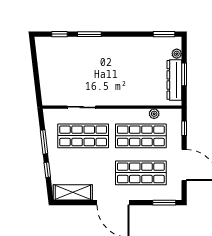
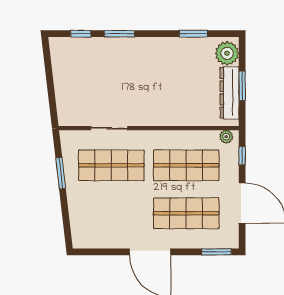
window: (164, 34) -> (193, 34), moved
plant: (177, 54) -> (227, 53), width x1.88, depth x1.88
plant: (154, 114) -> (226, 137), moved
window: (47, 170) -> (65, 209), removed
shelving: (73, 192) -> (98, 239), removed

